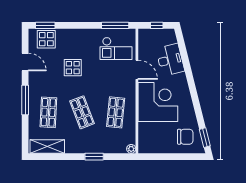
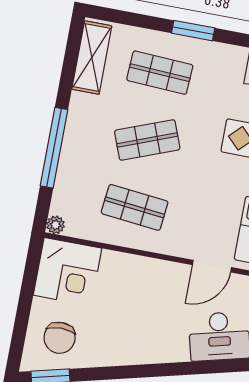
window: (25, 100) -> (193, 31), width x0.69
corner desk: (158, 102) -> (68, 272), moved, width x0.74, depth x0.74
window: (94, 157) -> (54, 148), width x2.11

